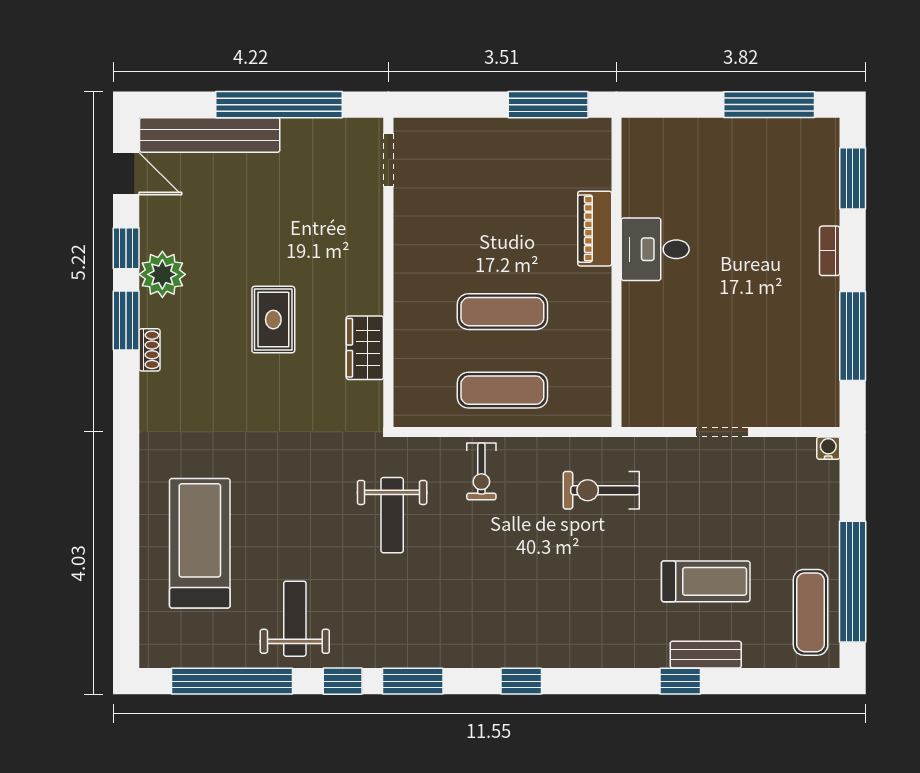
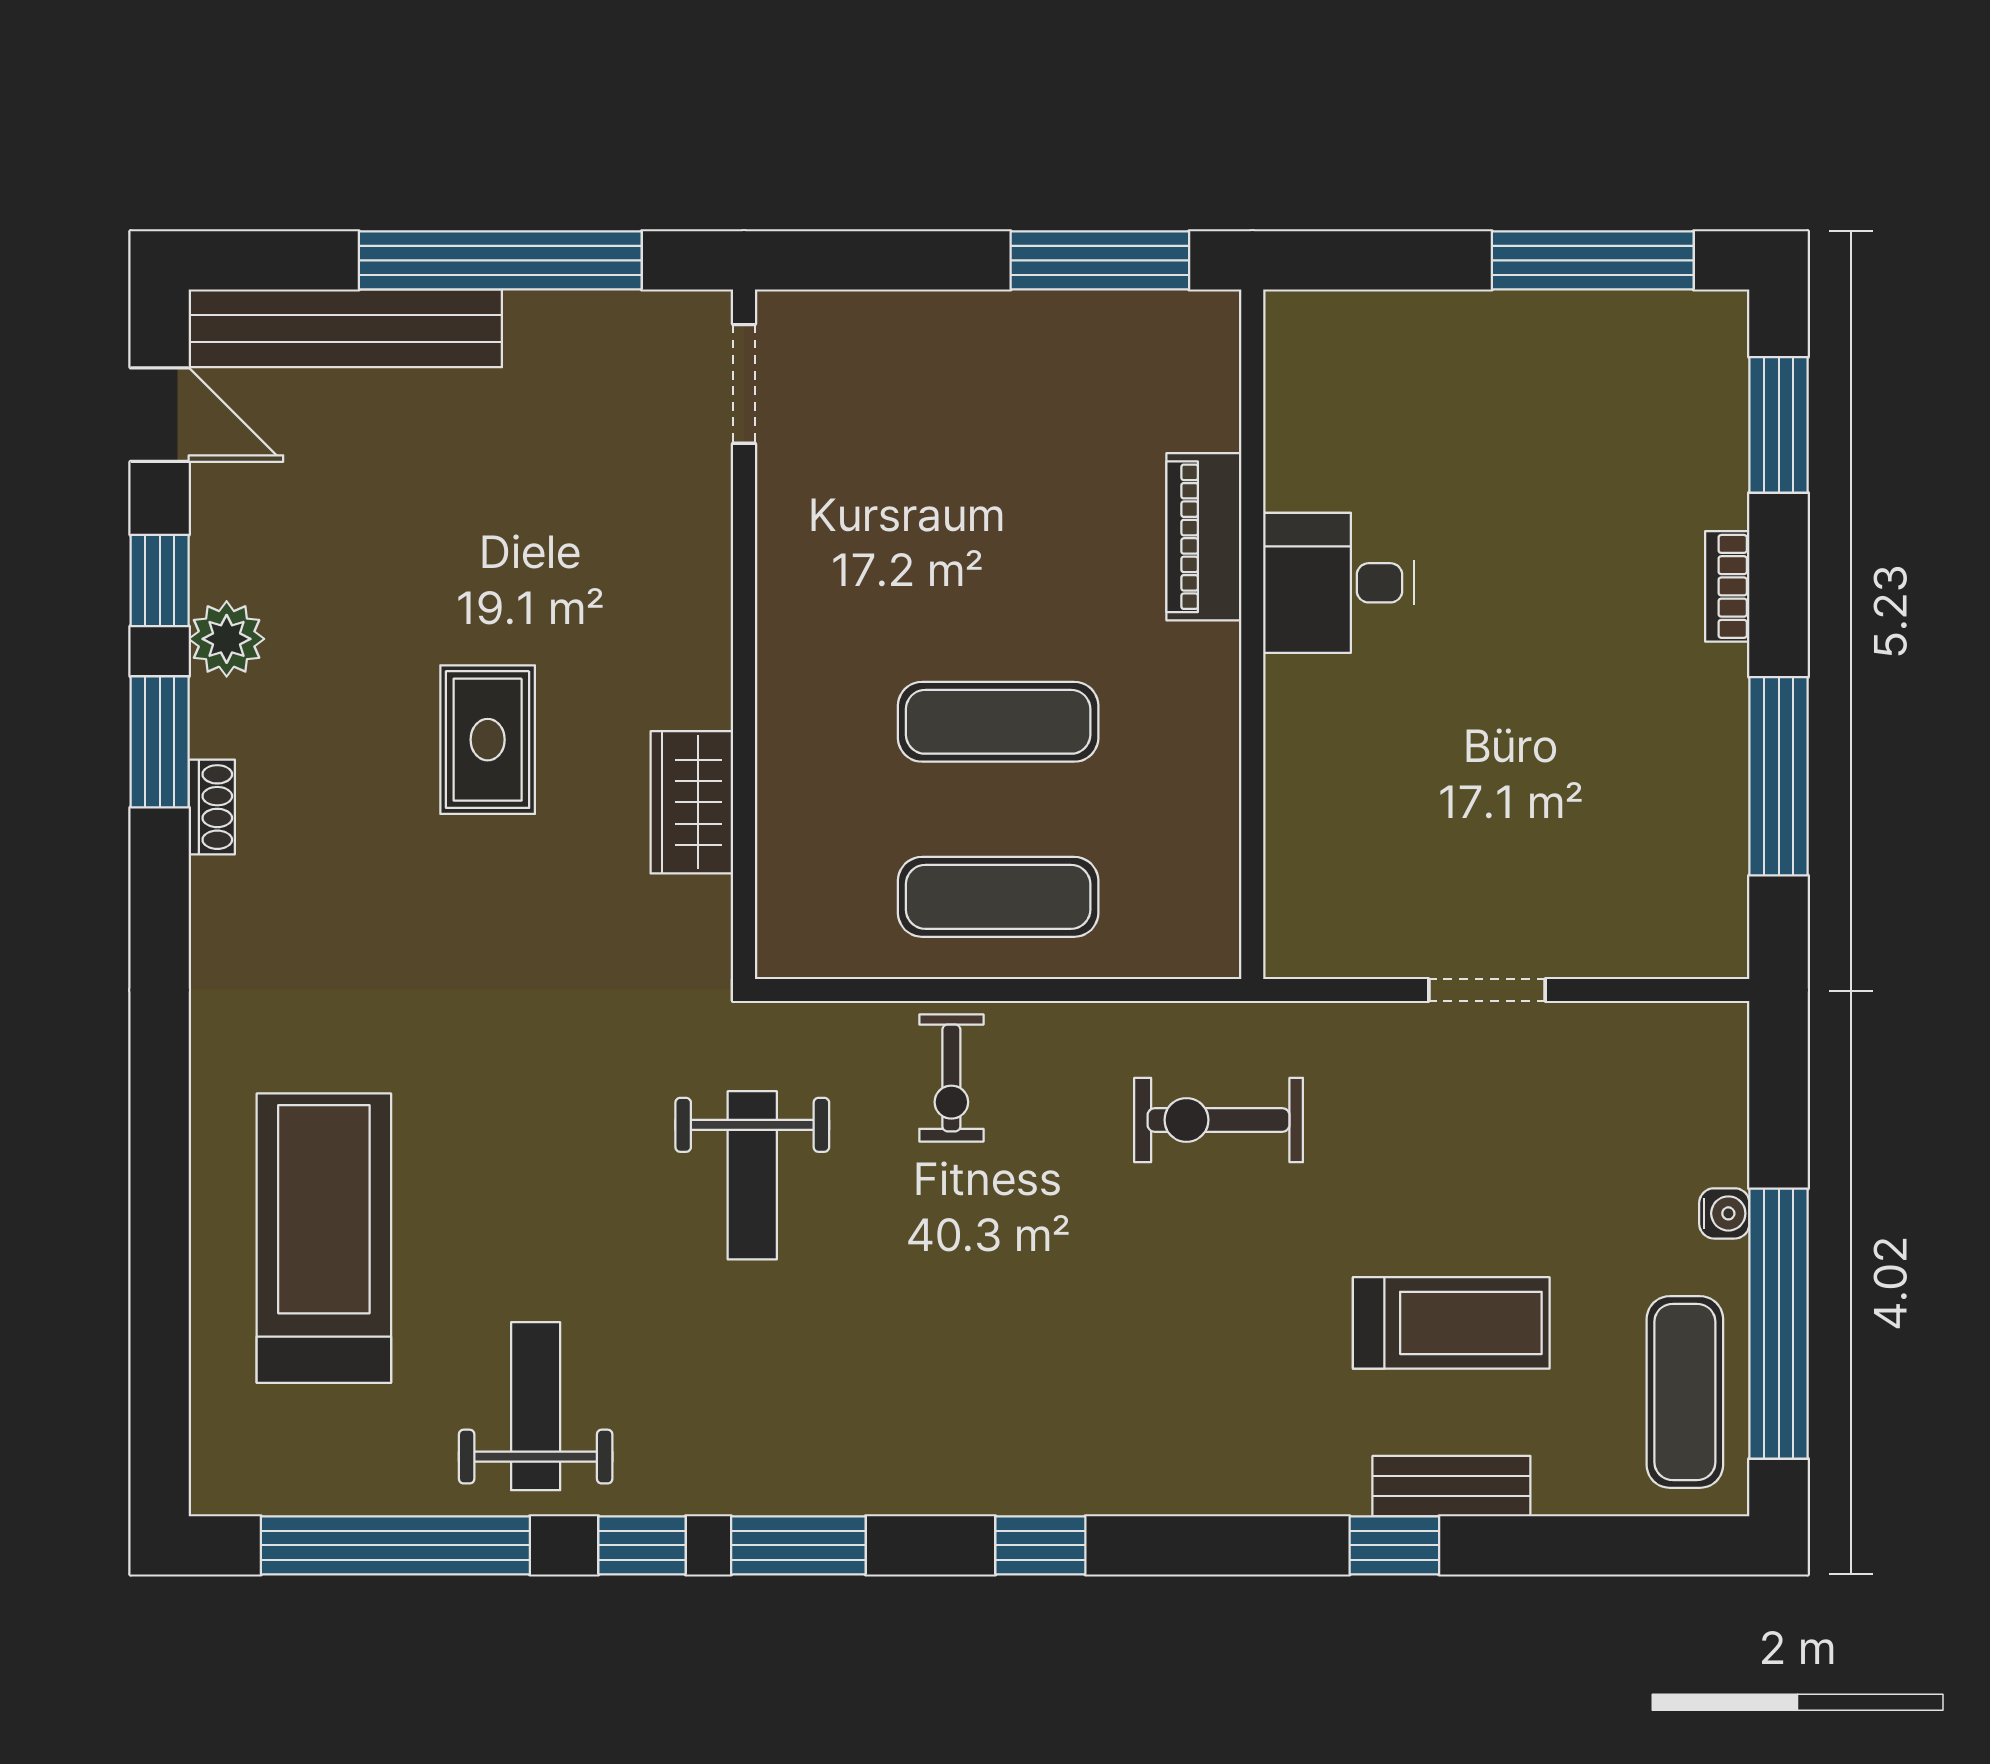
plant: (162, 274) -> (227, 639), width x0.73, depth x0.73
water cooler: (828, 448) -> (1724, 1213), moved, turned 90

